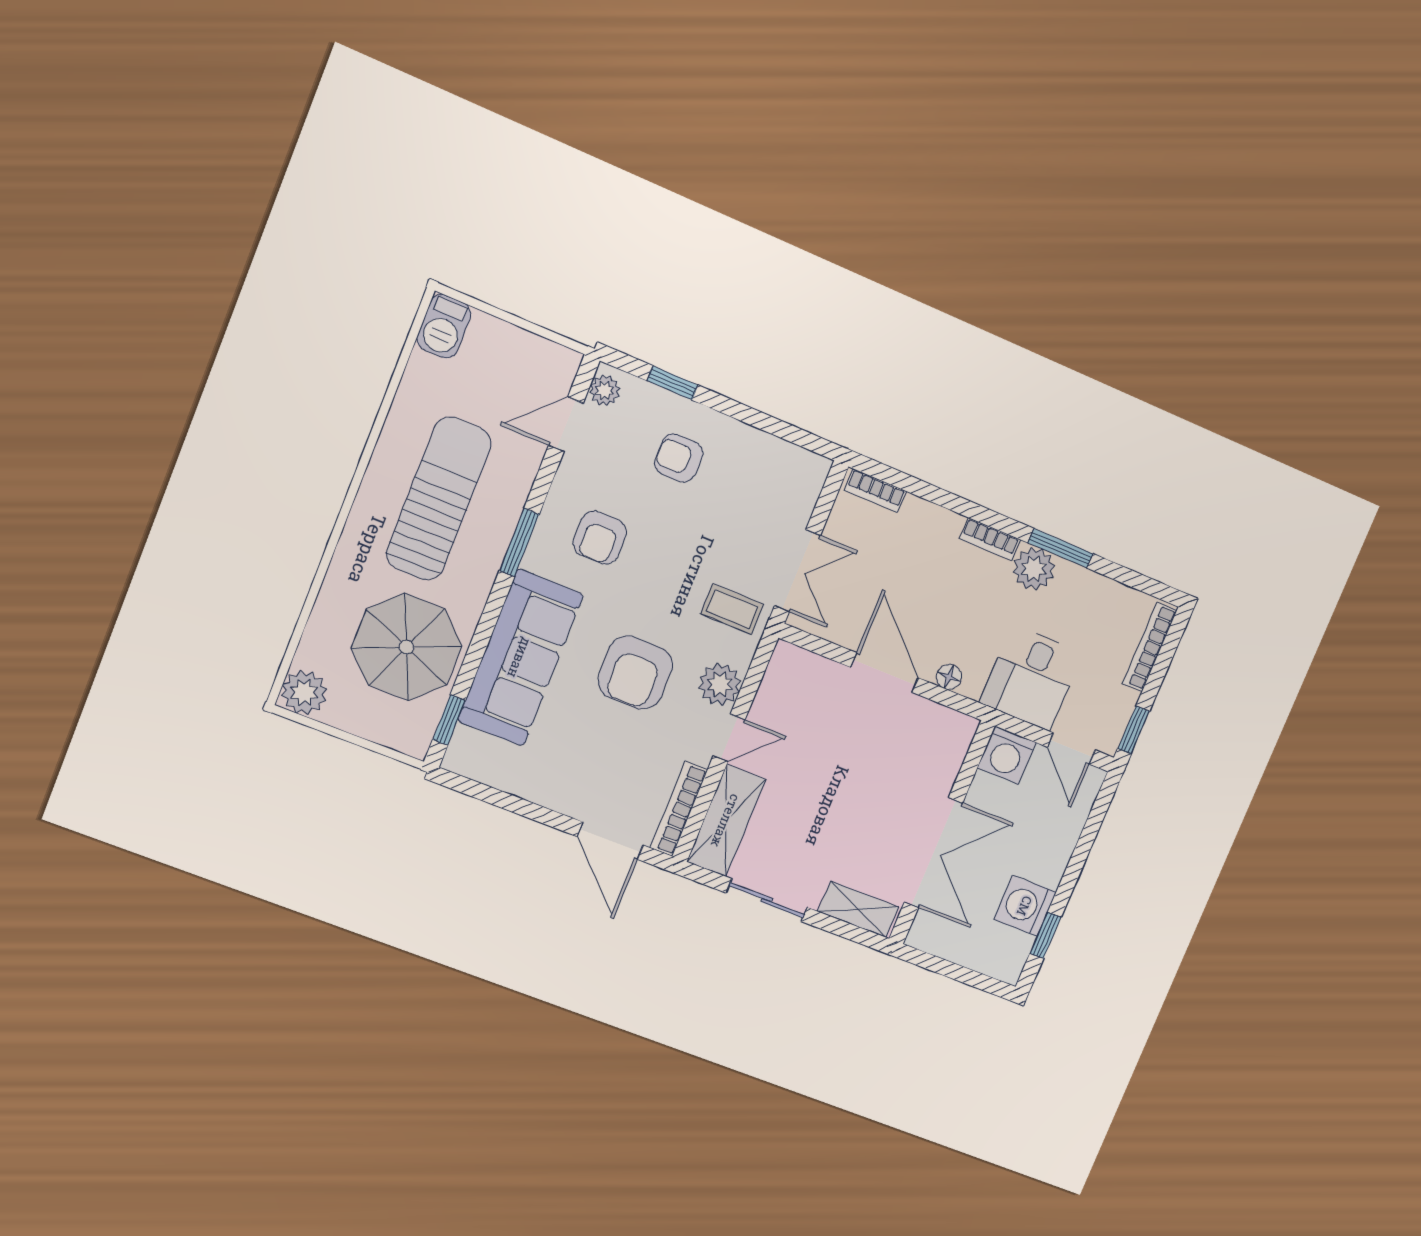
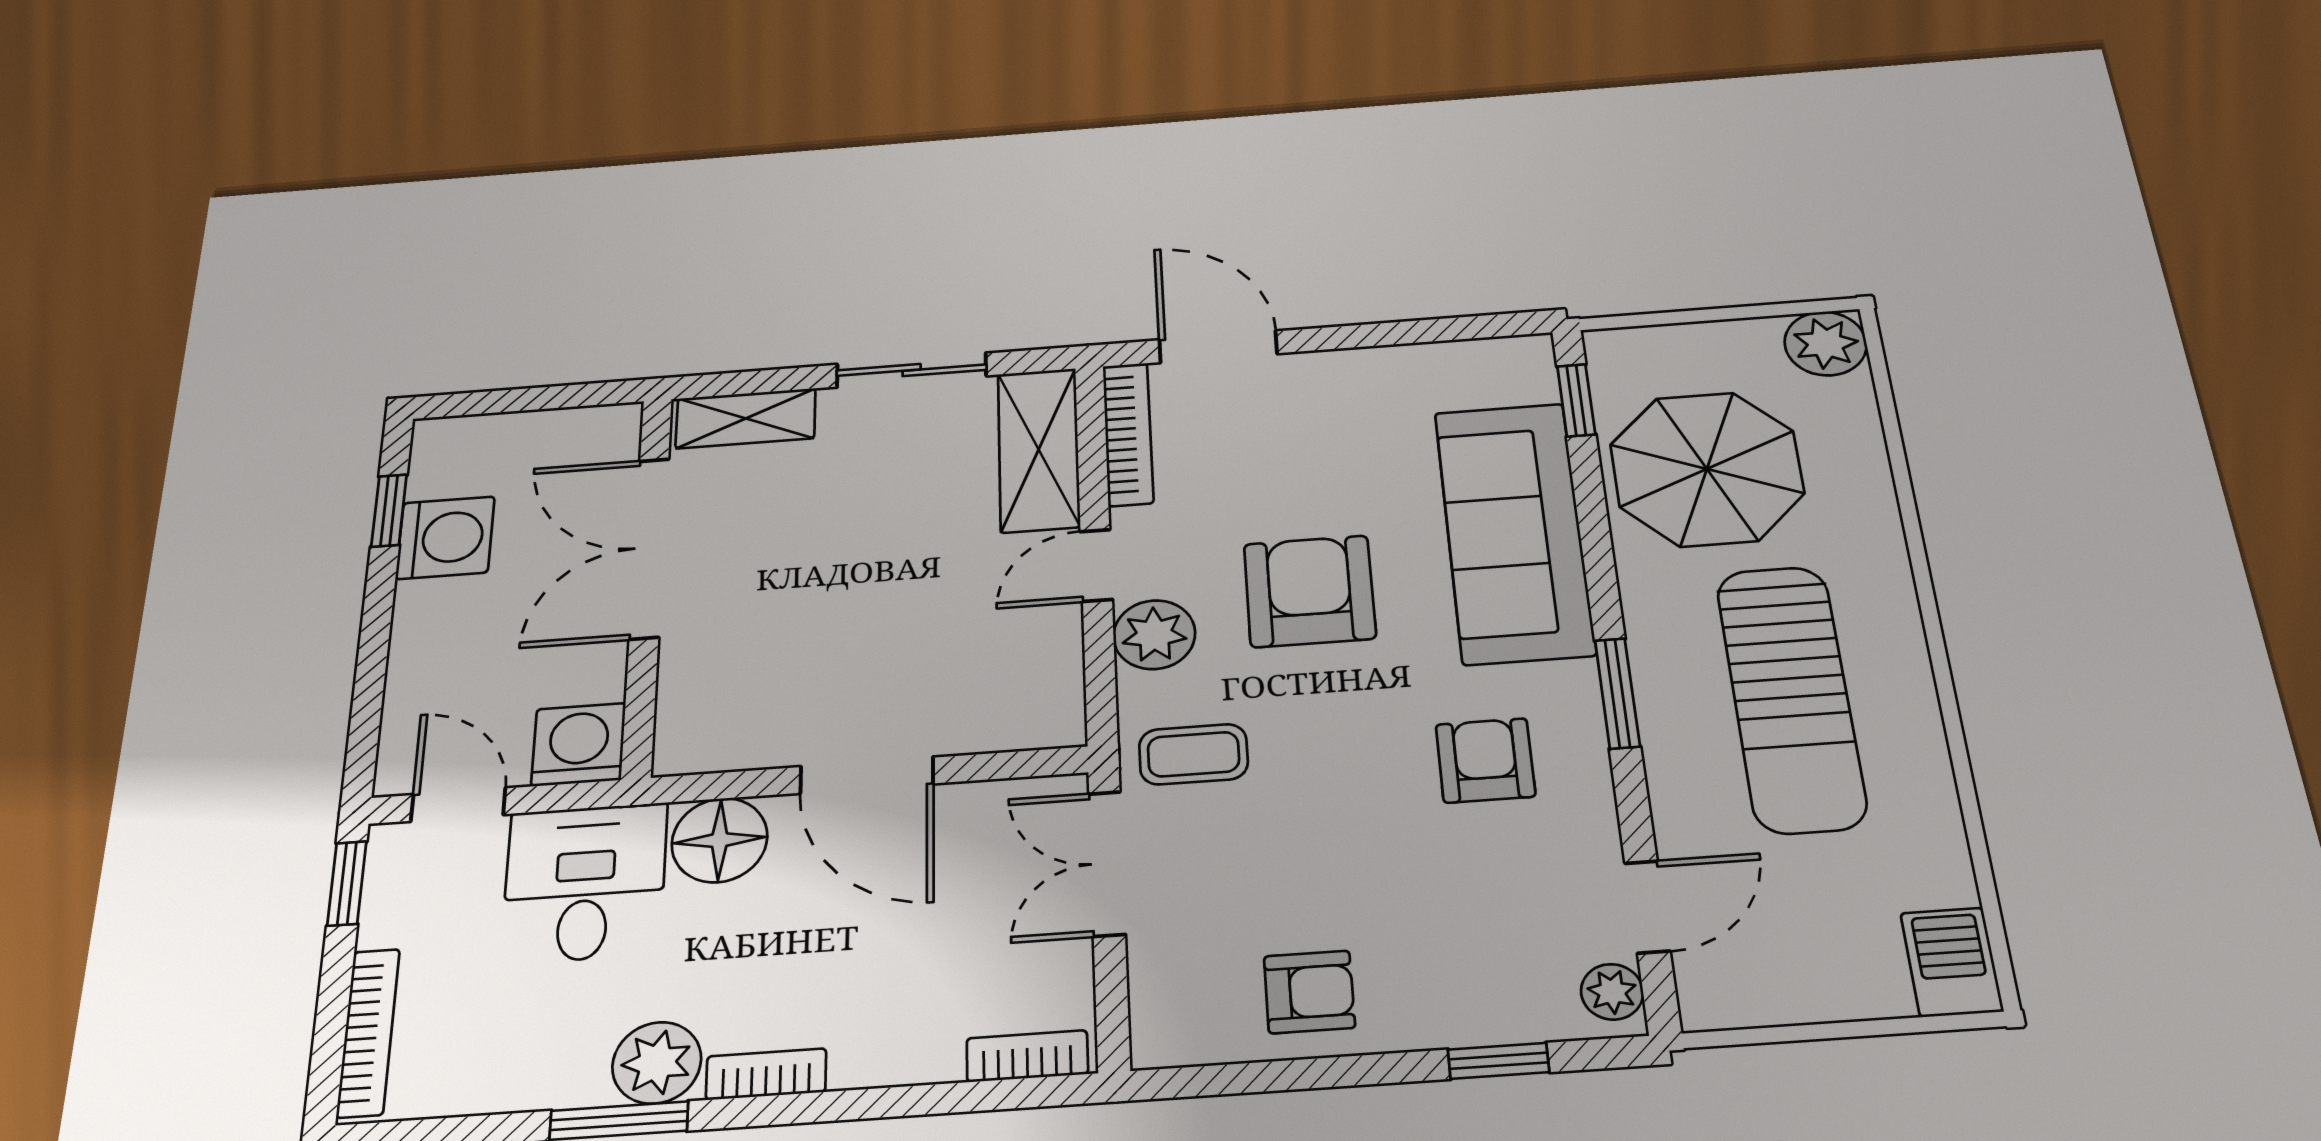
armchair: (679, 458) -> (1309, 992), moved
floor lamp: (949, 677) -> (720, 840), width x1.89, depth x1.89

